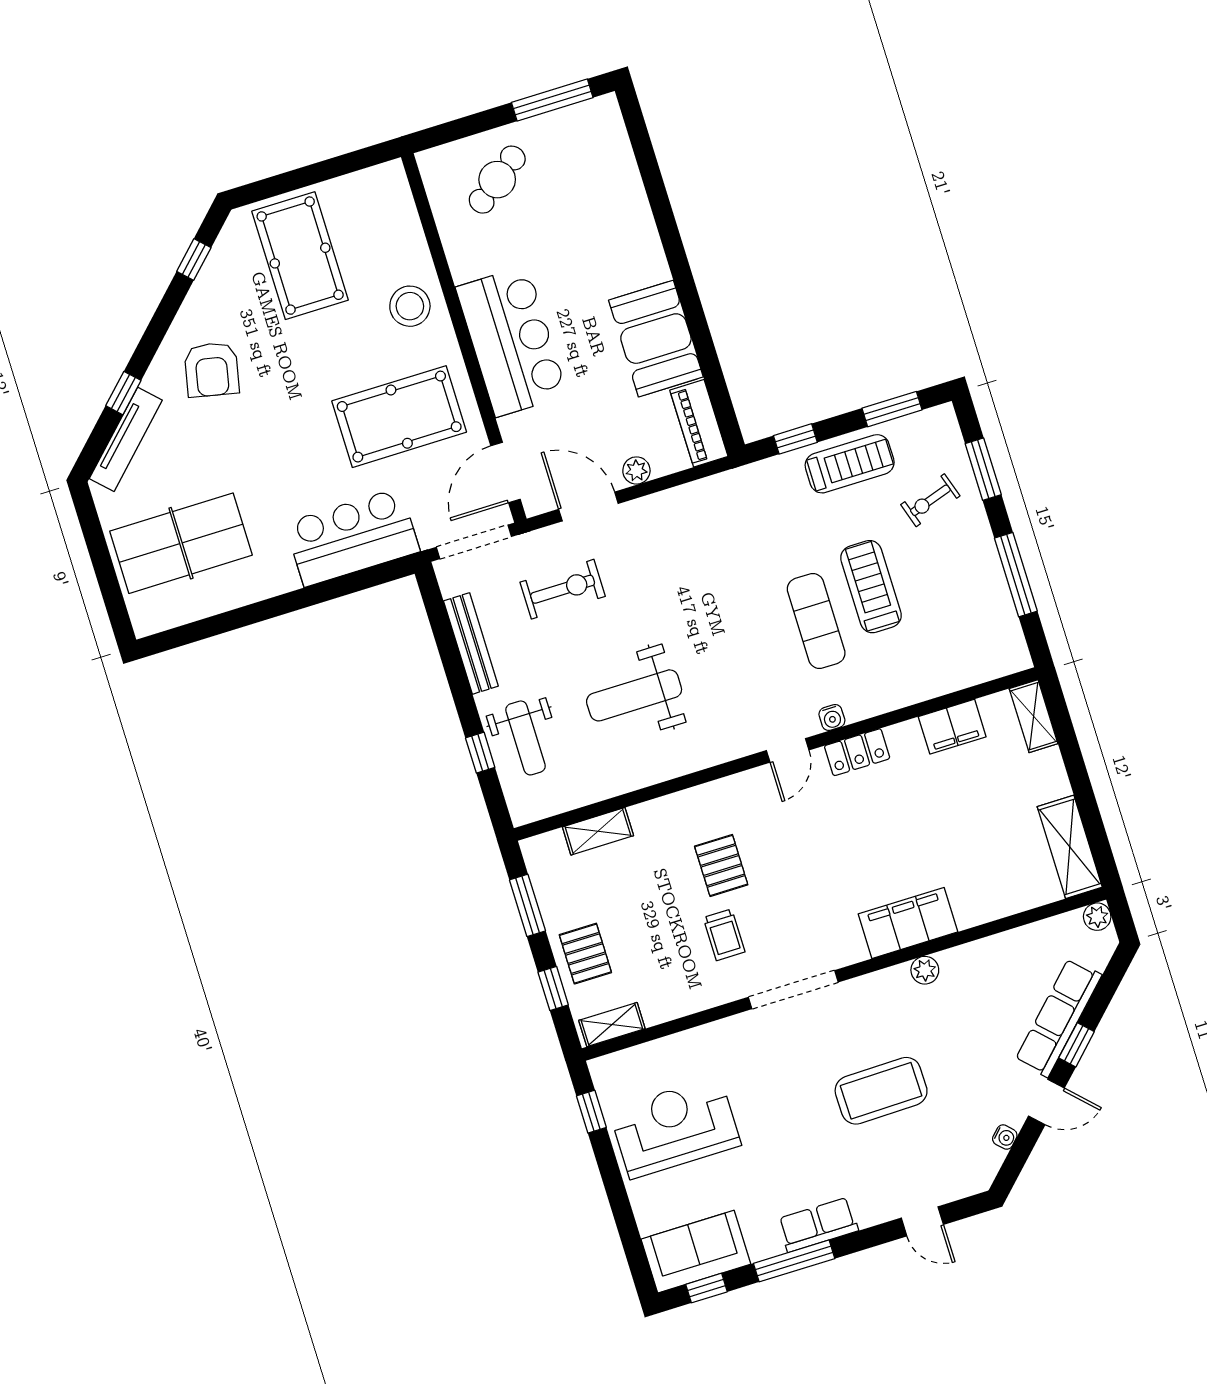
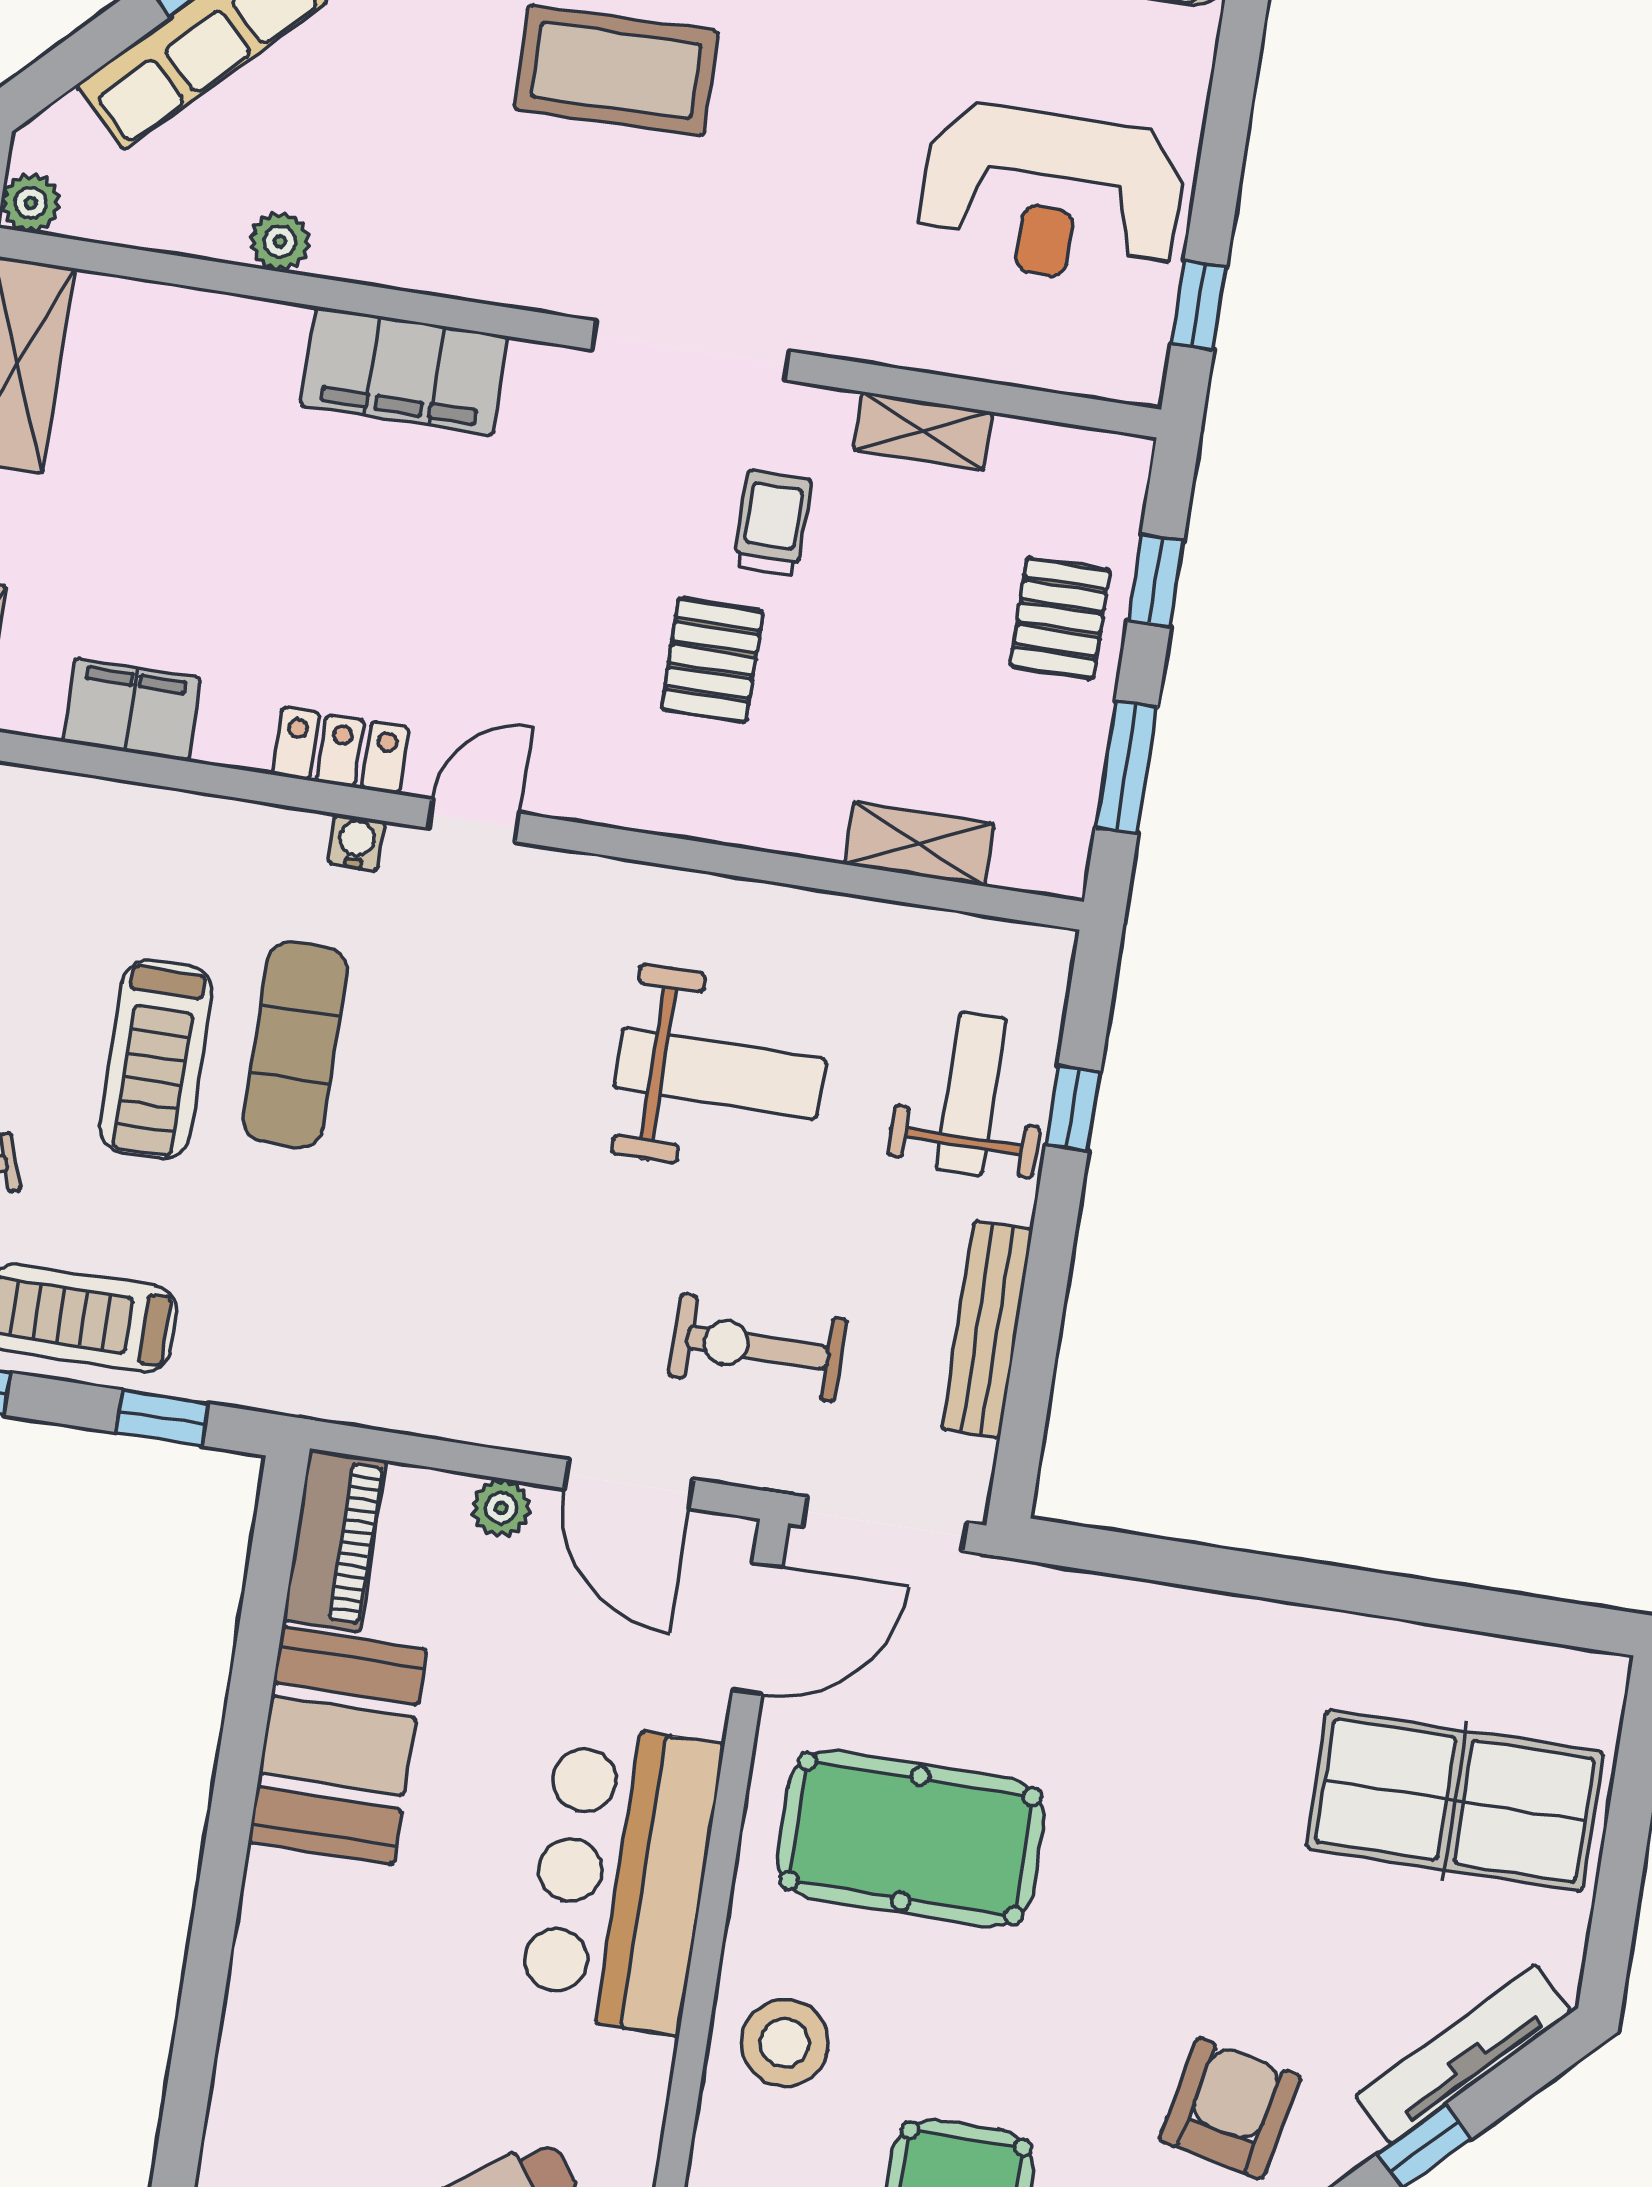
bar counter: (352, 537) -> (1117, 1649), removed
plant: (925, 970) -> (280, 241), moved
shelving: (612, 1025) -> (923, 431), moved

